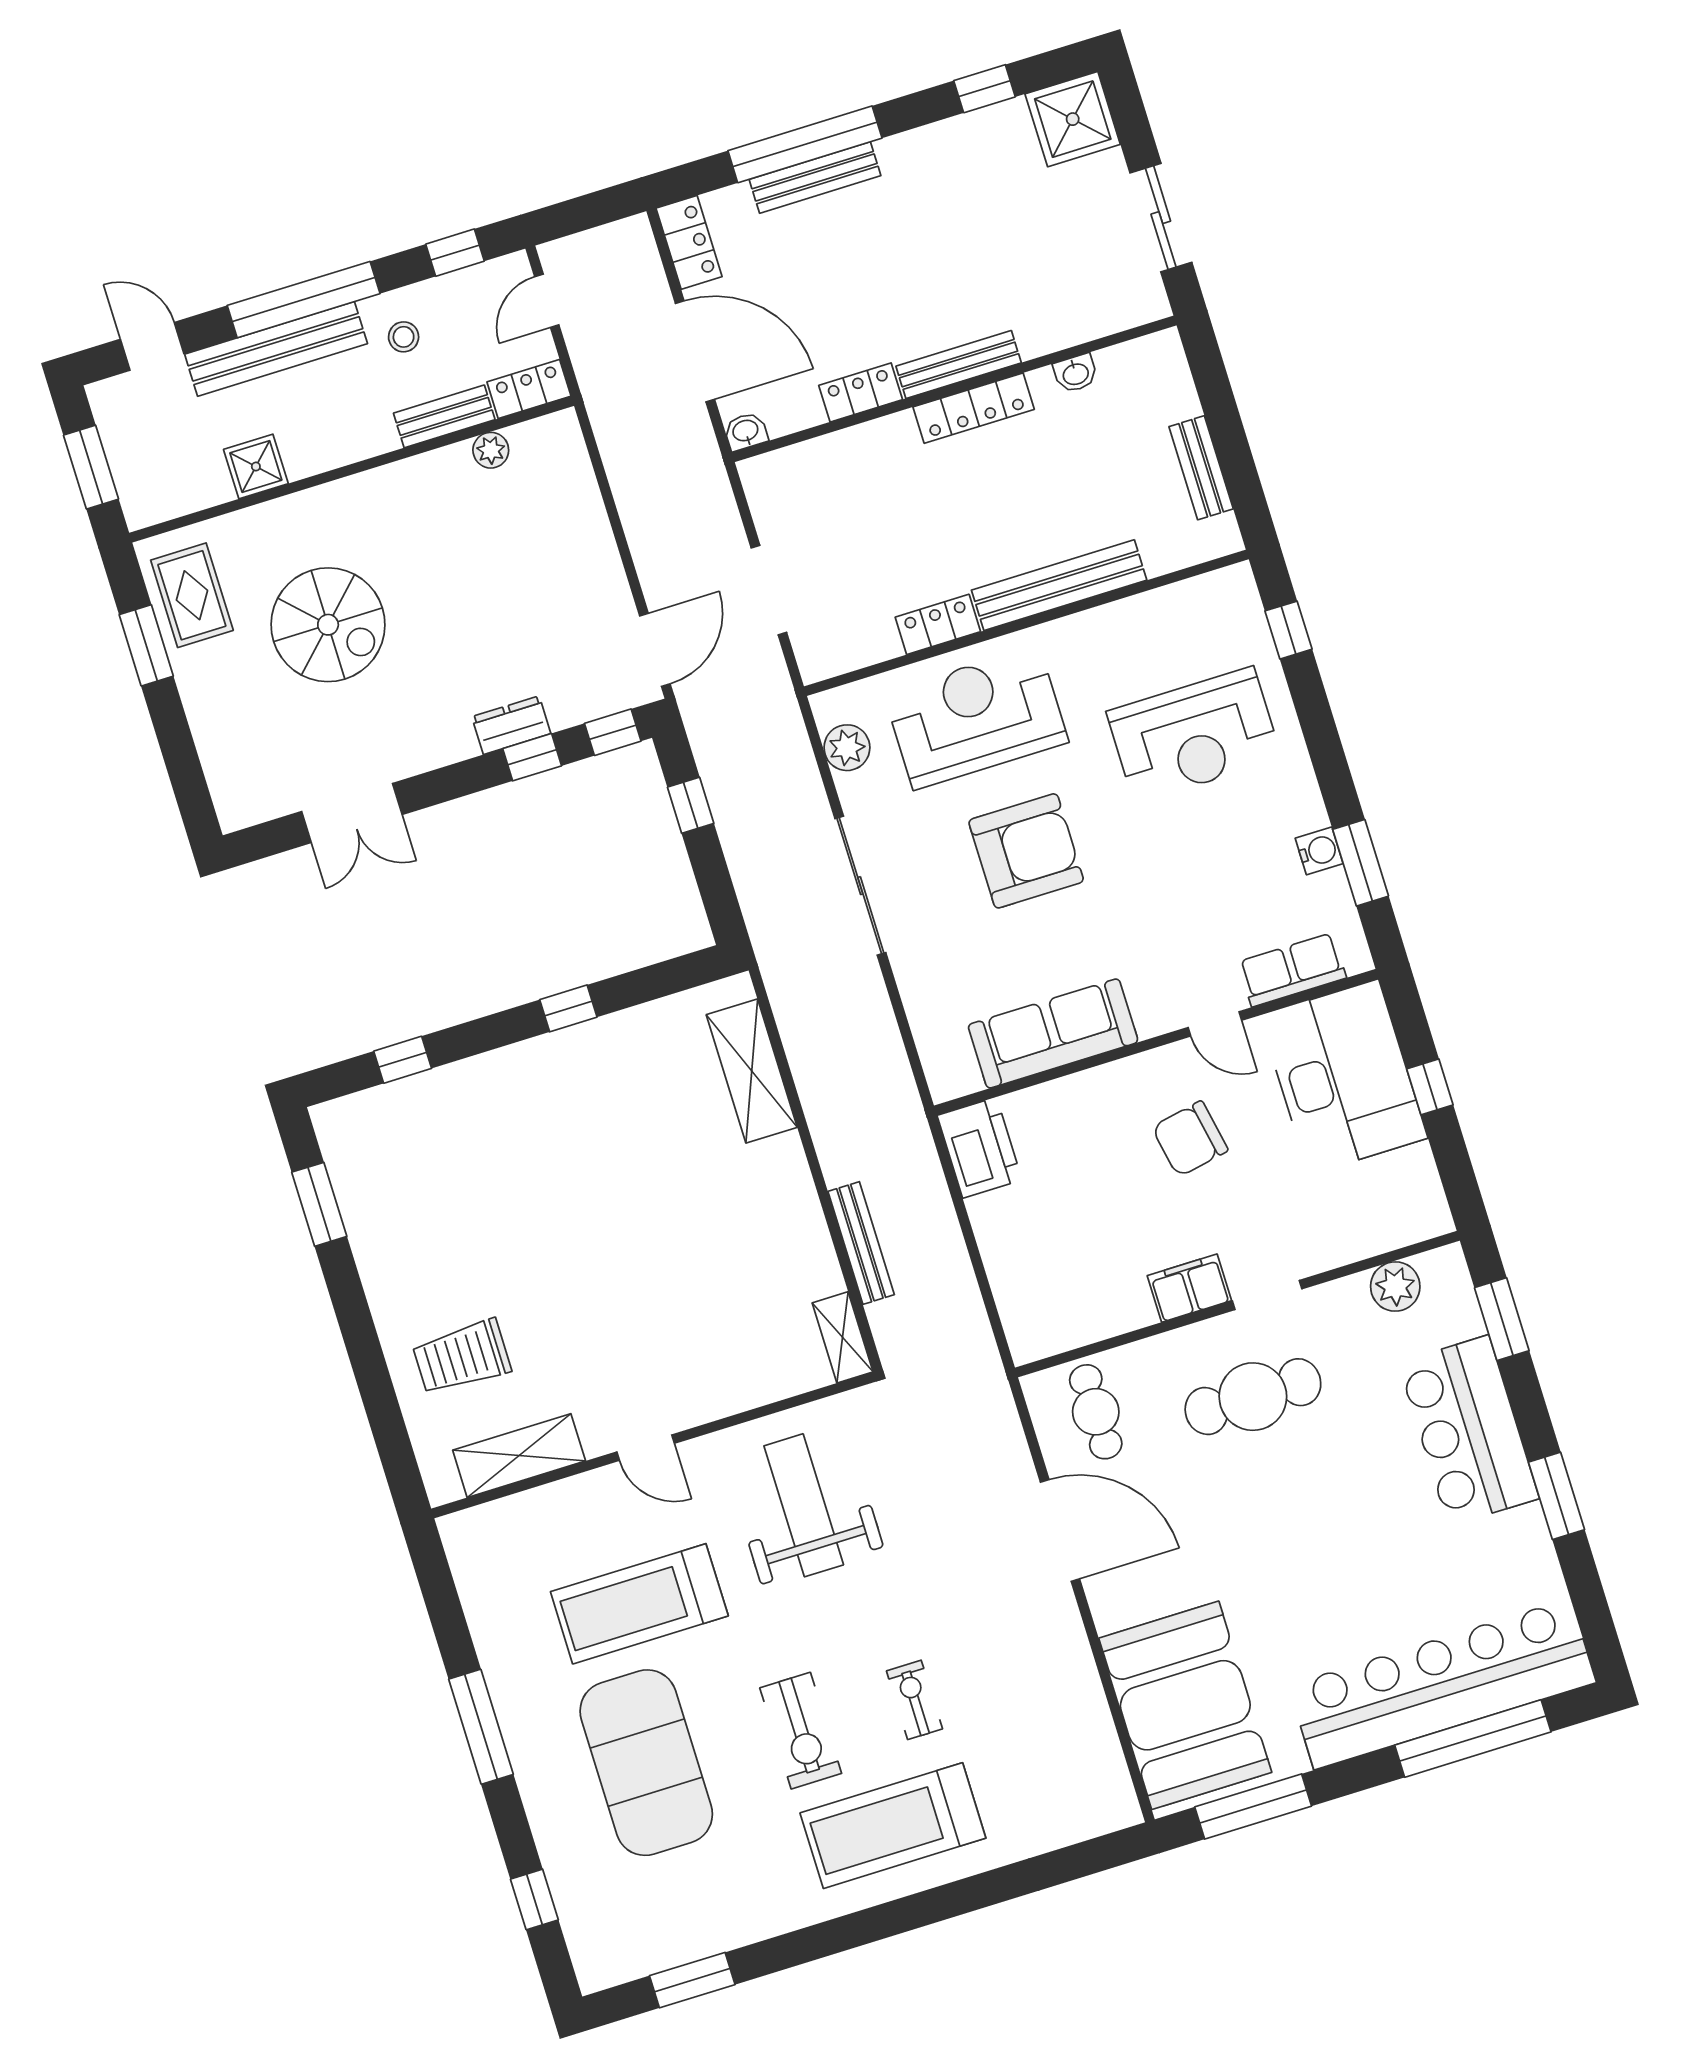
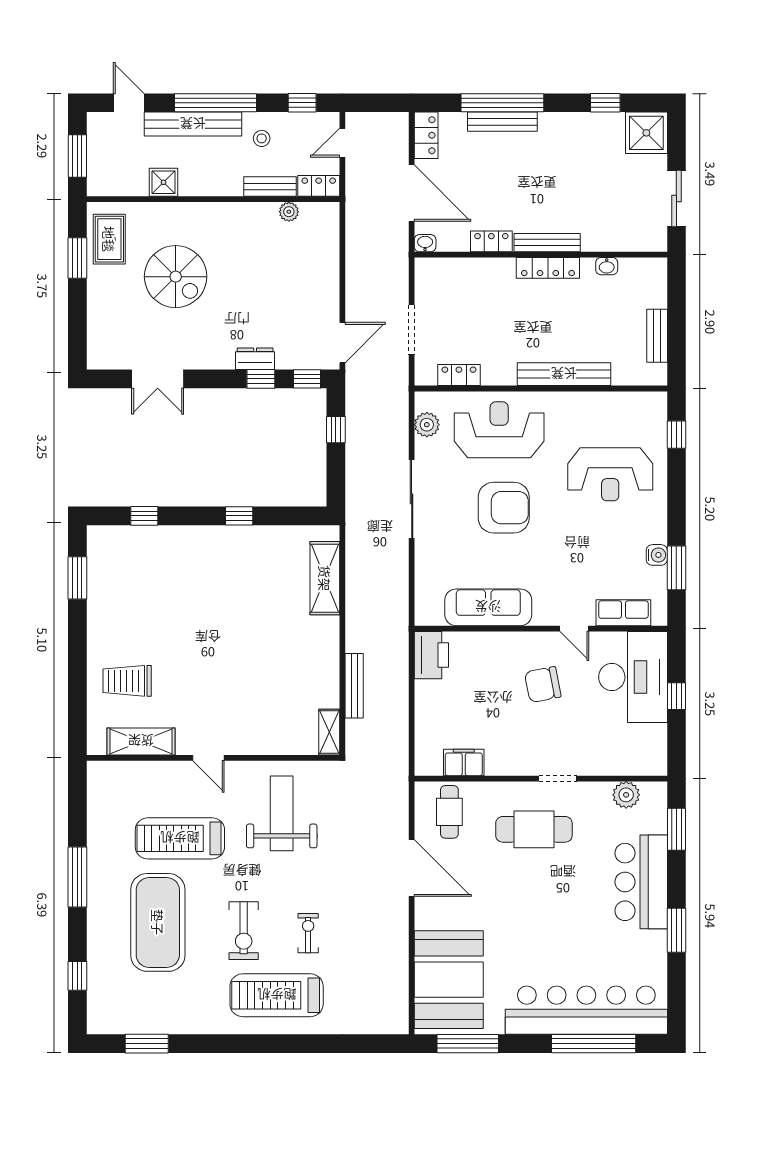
locker: (938, 624) -> (459, 375), moved
filing cabinet: (1189, 1288) -> (464, 762), moved

